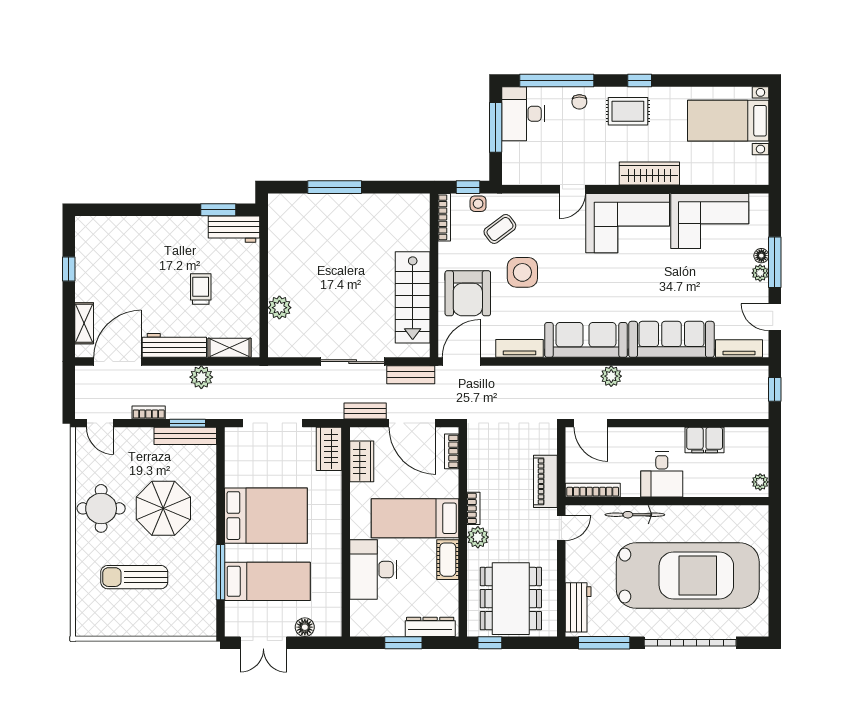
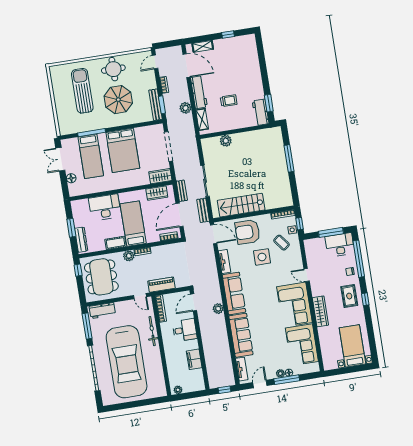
desk: (662, 474) -> (185, 330), moved, turned 180
sun lounger: (134, 577) -> (82, 91), width x1.36, depth x1.34
dining table: (511, 599) -> (101, 277), turned 90

